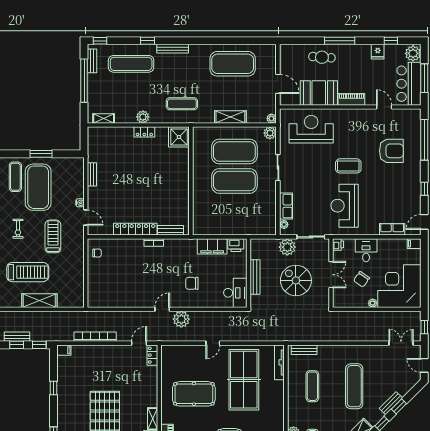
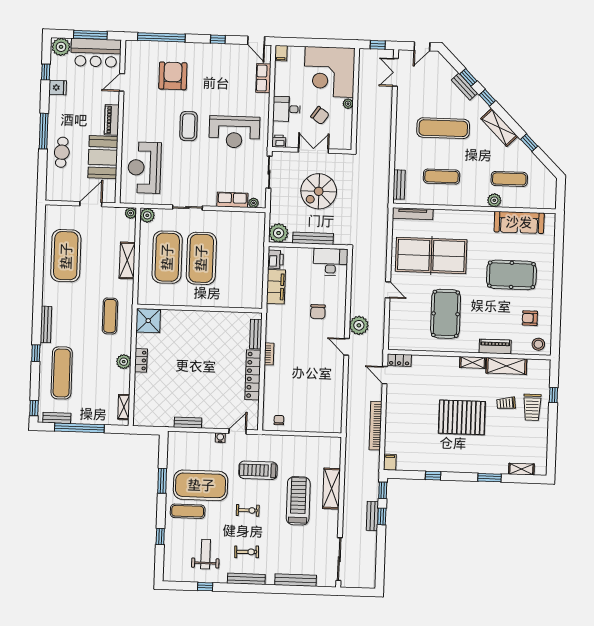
plant: (287, 247) -> (279, 233), moved

